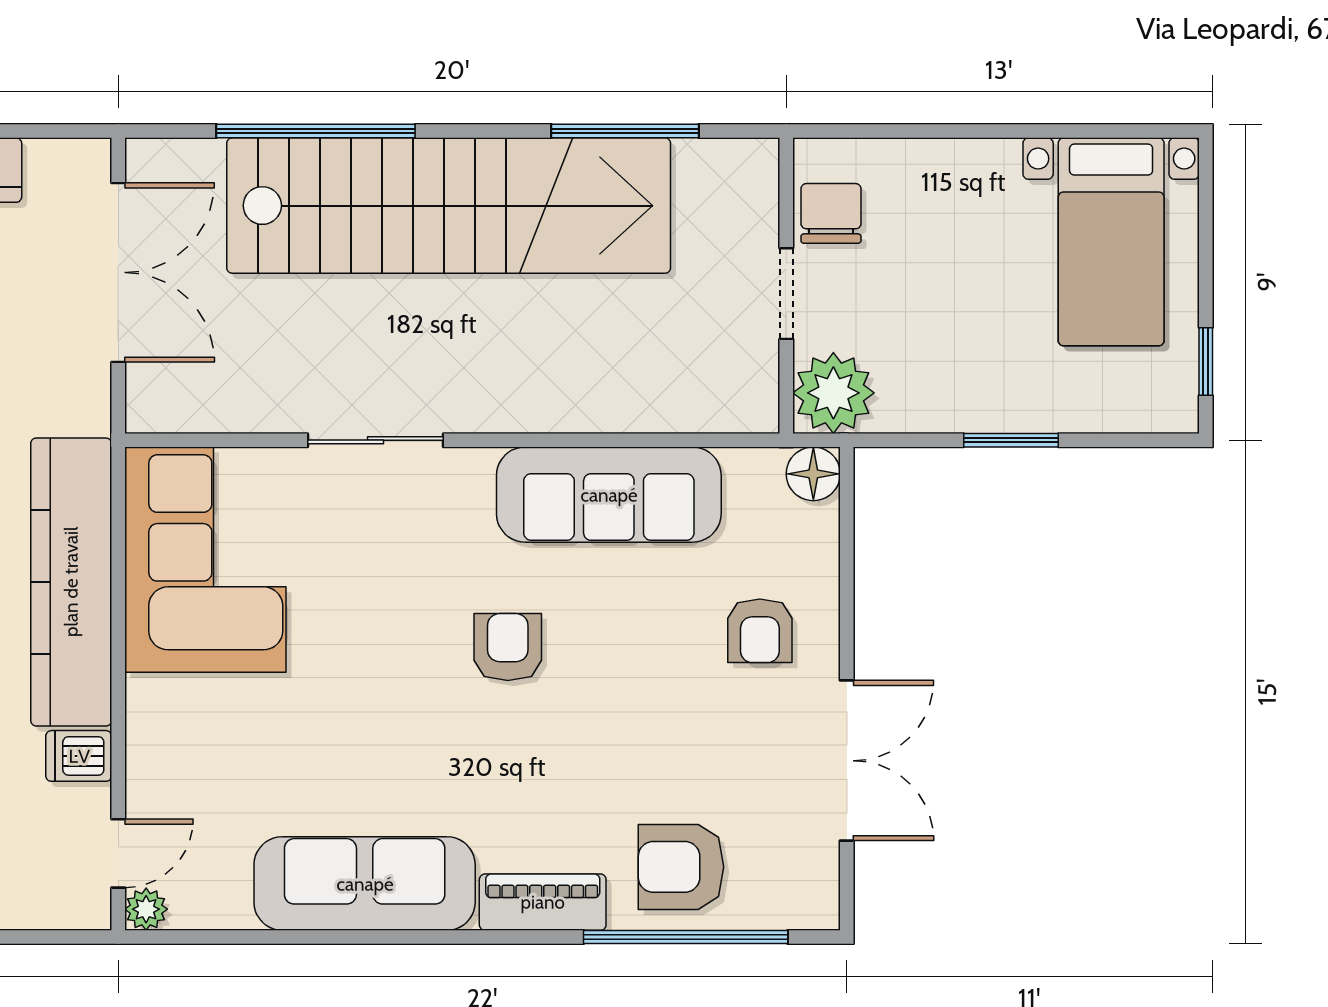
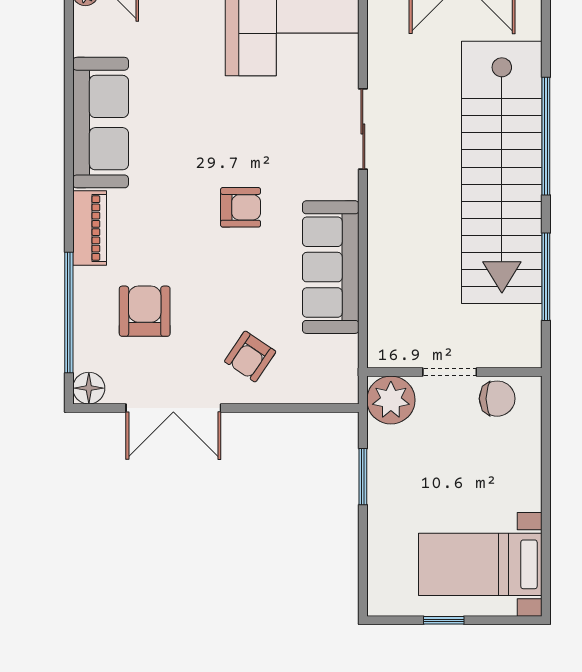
window: (316, 131) -> (546, 136), moved
window: (1206, 361) -> (444, 620), moved
window: (1011, 440) -> (363, 477), moved
floor lamp: (813, 474) -> (89, 388), moved
armchair: (760, 631) -> (250, 356), turned -56
armchair: (681, 867) -> (145, 311), moved

